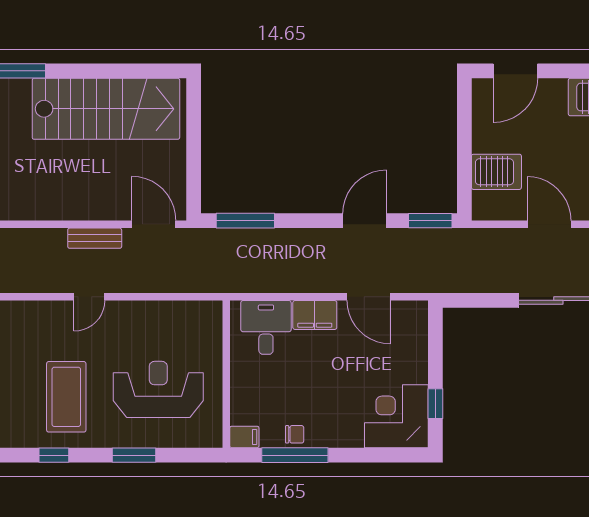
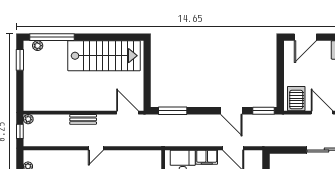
server rack: (496, 172) -> (296, 99), moved, turned -90
door: (365, 221) -> (231, 111), swing flipped
bench: (95, 238) -> (83, 119), moved

